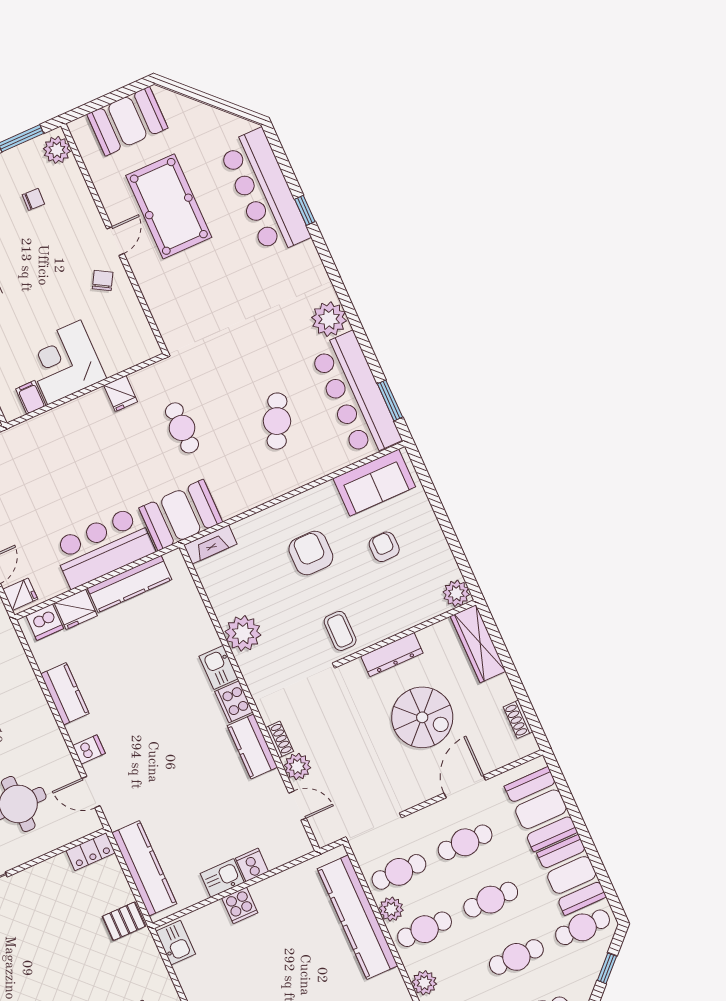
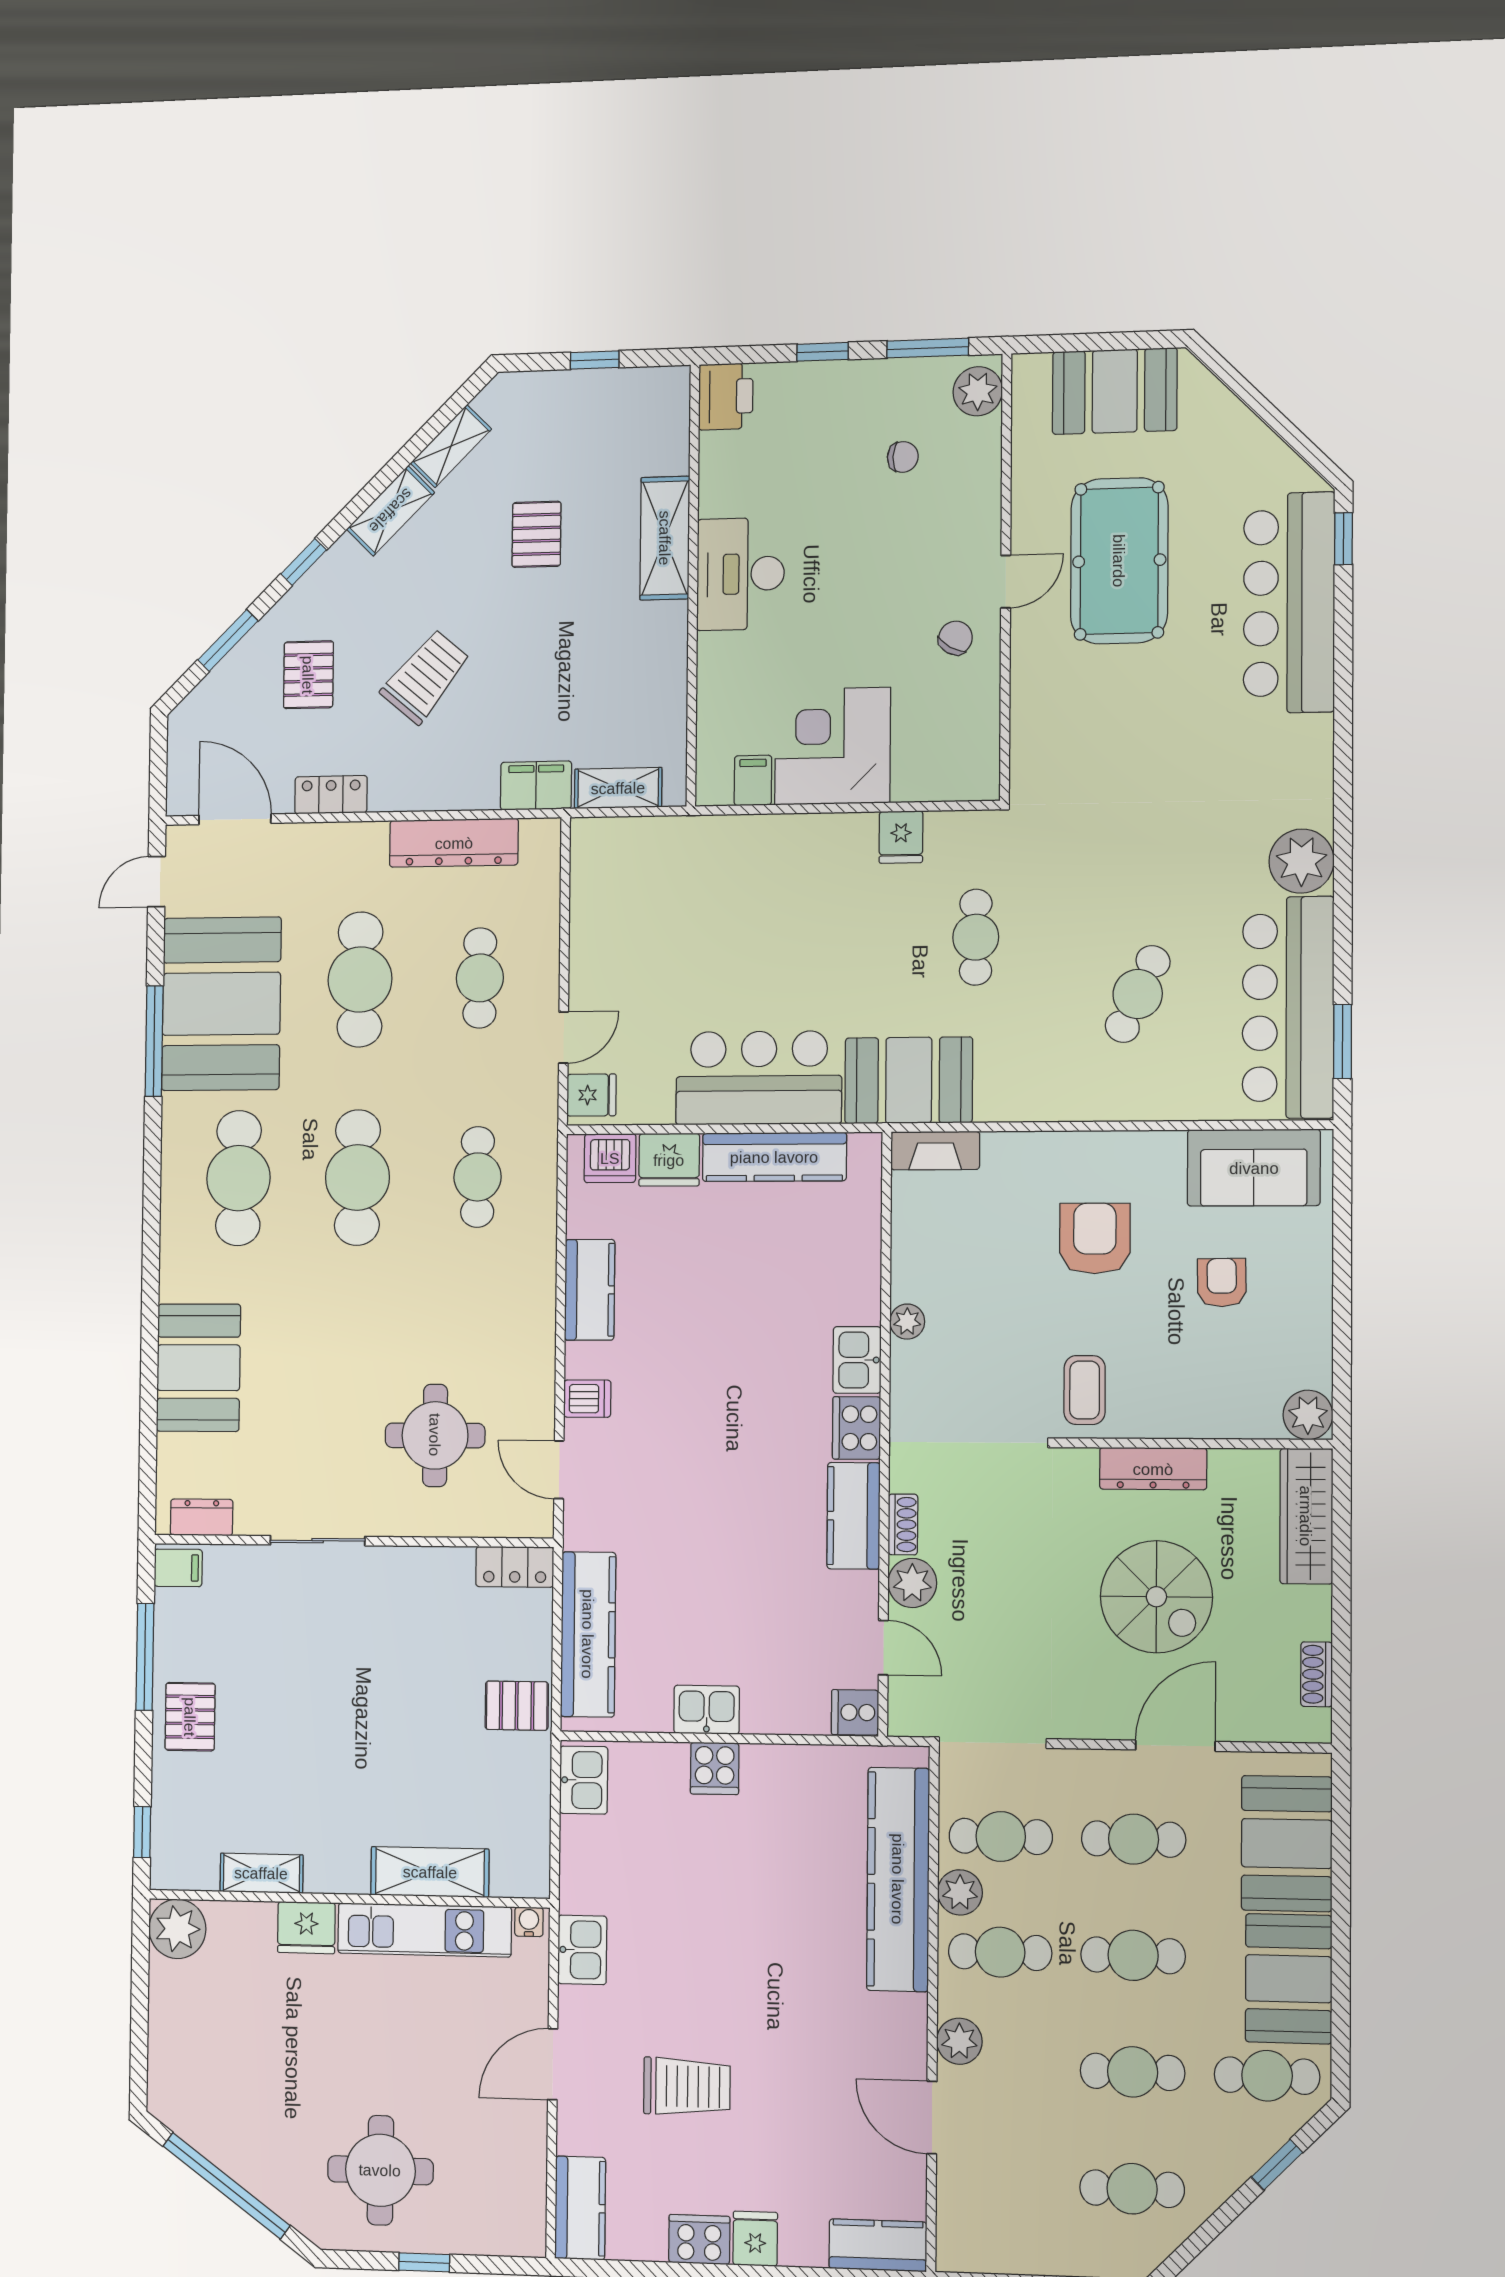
window: (305, 210) -> (1343, 539), moved
plant: (243, 633) -> (907, 1322), width x0.53, depth x0.53
cooker: (252, 865) -> (855, 1712), moved, turned -90

